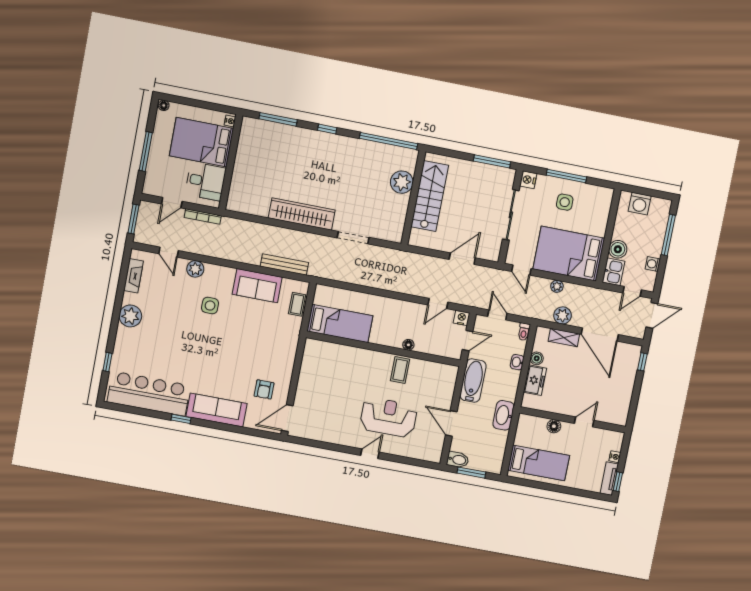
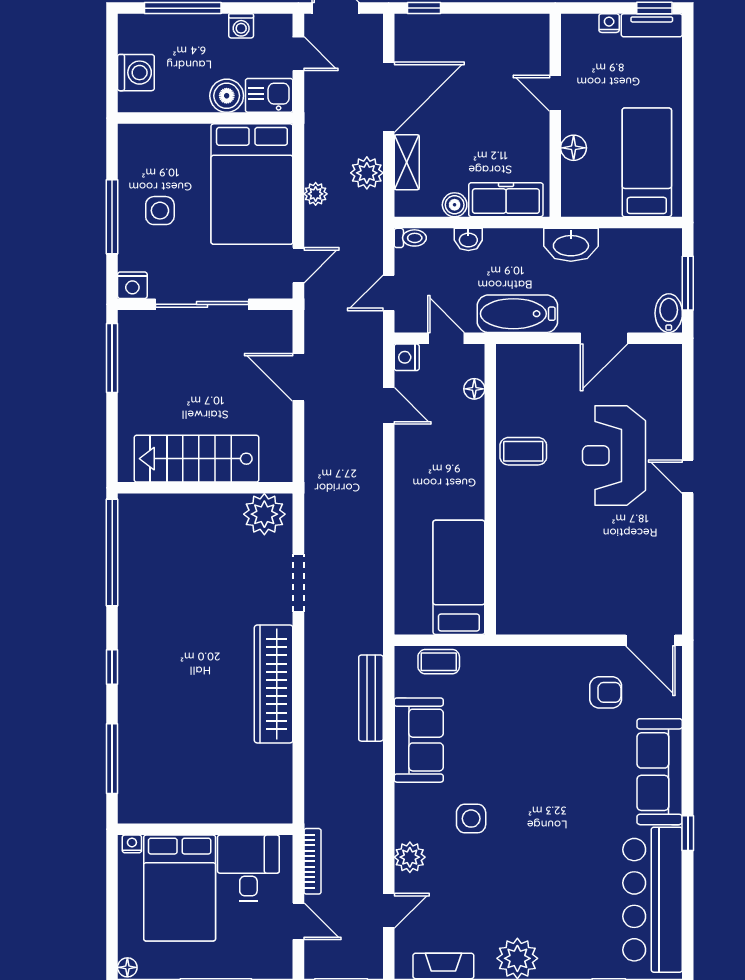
plant: (402, 182) -> (264, 514), moved
floor lamp: (408, 345) -> (474, 389), moved
freezer: (535, 380) -> (506, 200), width x1.40

